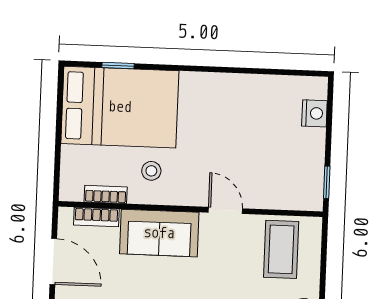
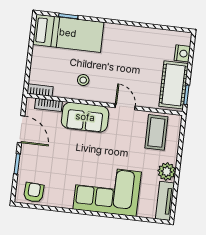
bed: (120, 107) -> (68, 33), width x0.67
cot: (304, 167) -> (174, 85), added
bookcase: (106, 194) -> (40, 90), moved

